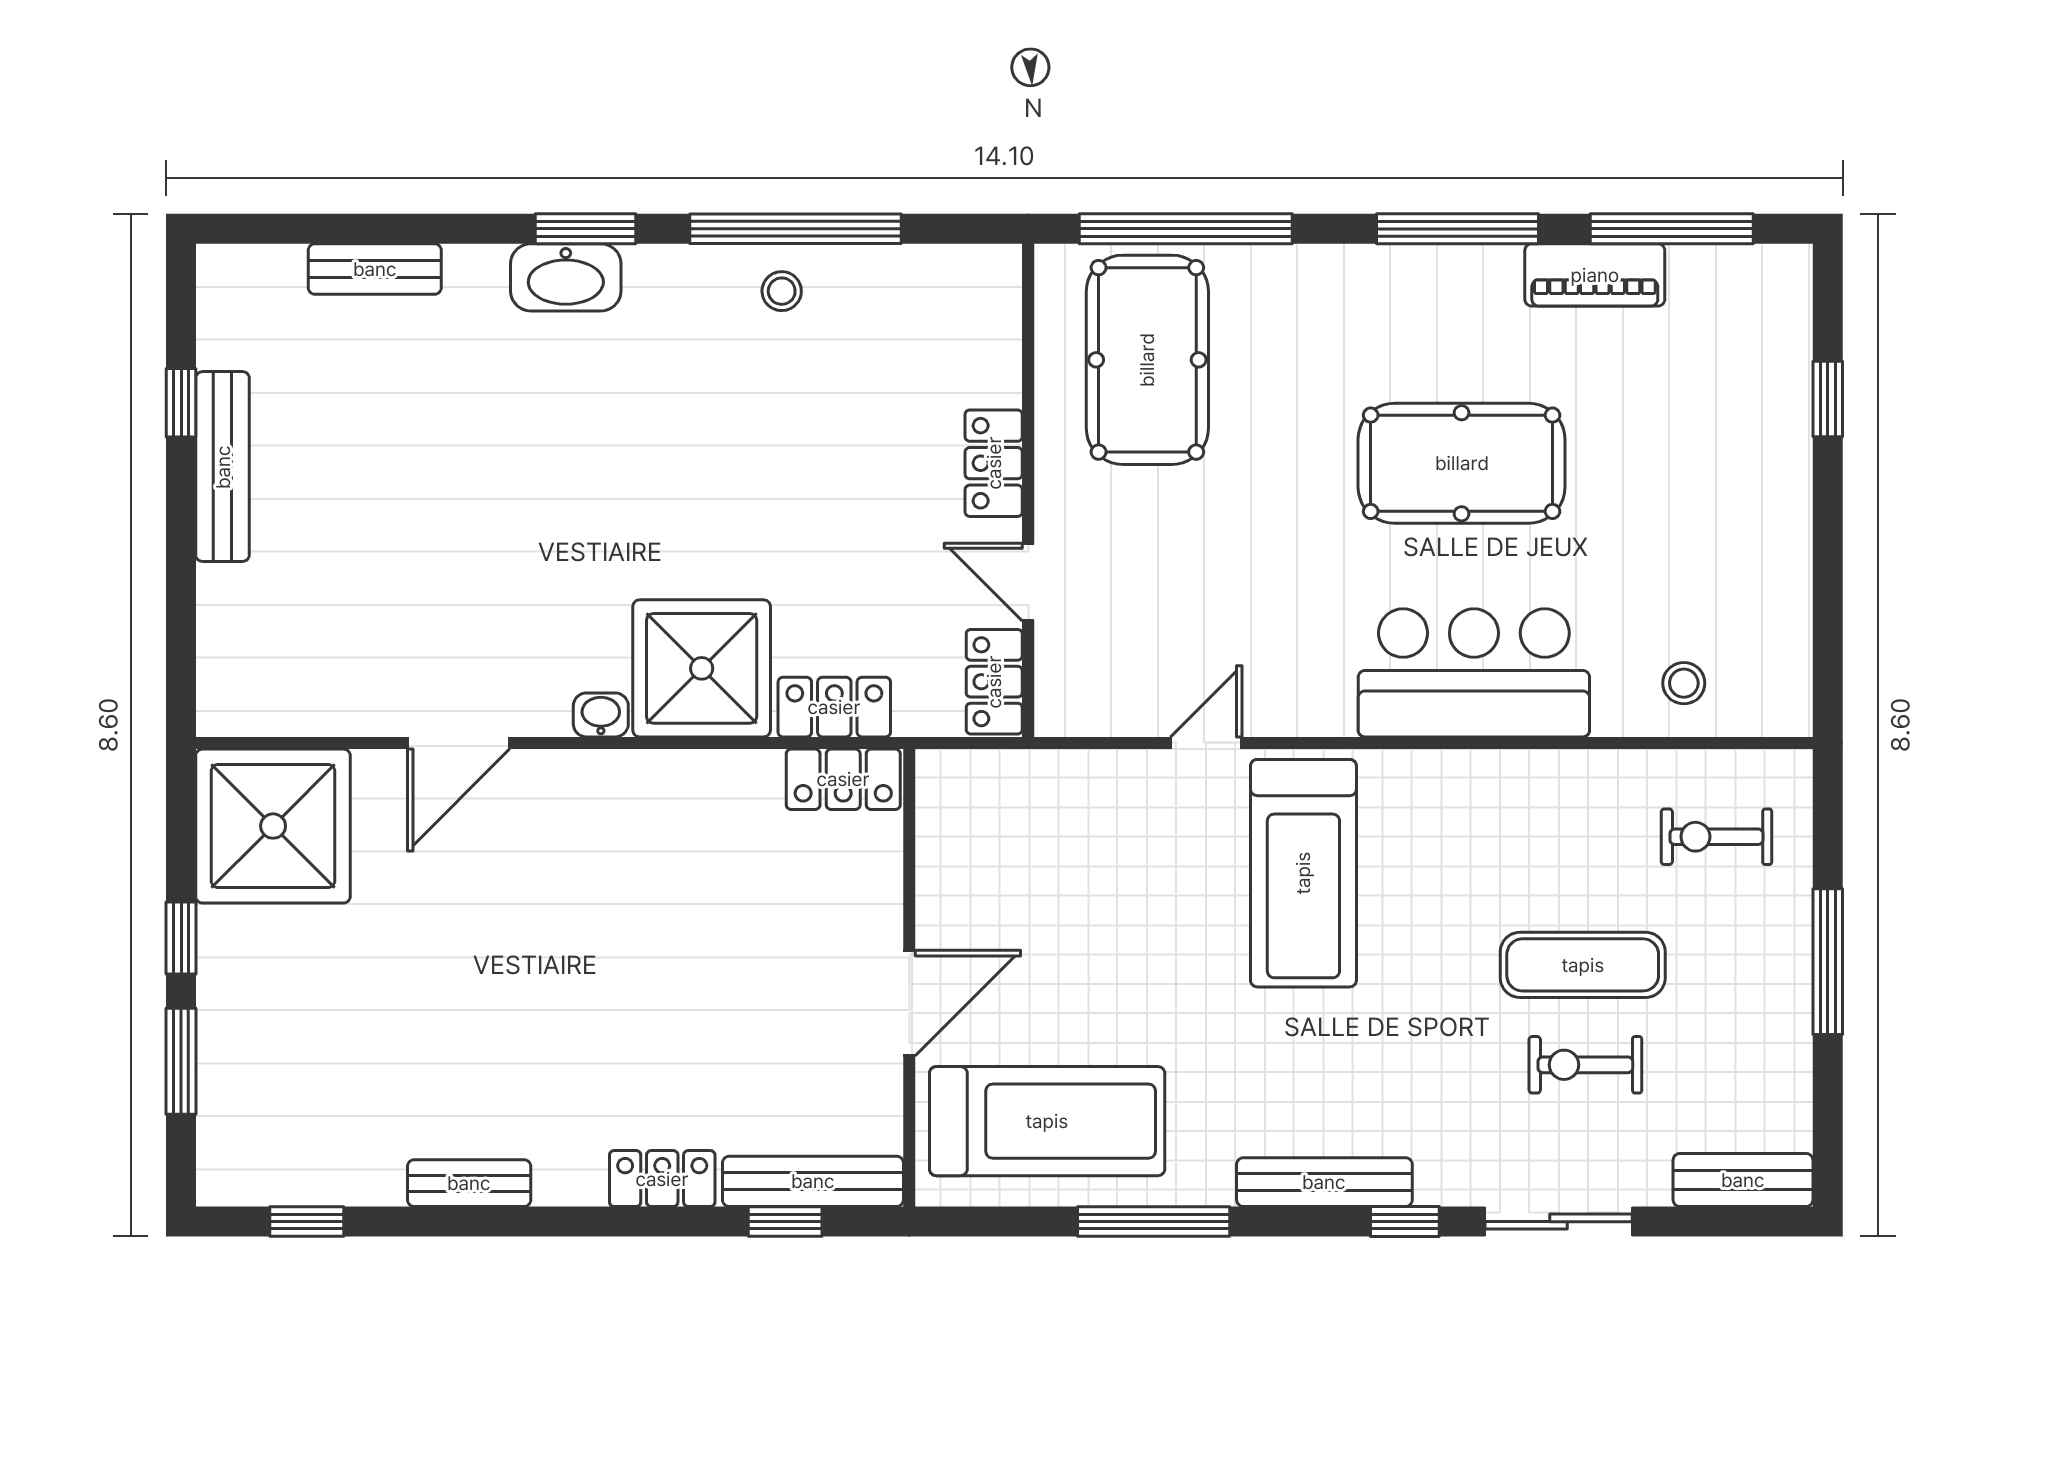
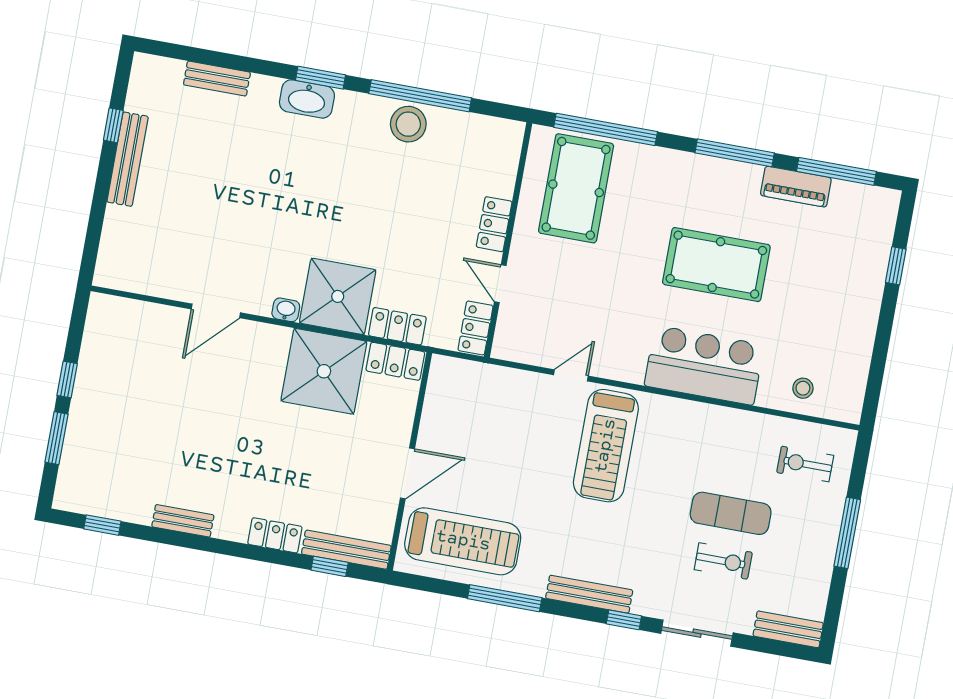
stool: (782, 291) -> (408, 124), width x1.89, depth x1.89
shower: (273, 826) -> (324, 371), moved
exercise bike: (1585, 1065) -> (723, 561), turned 180

